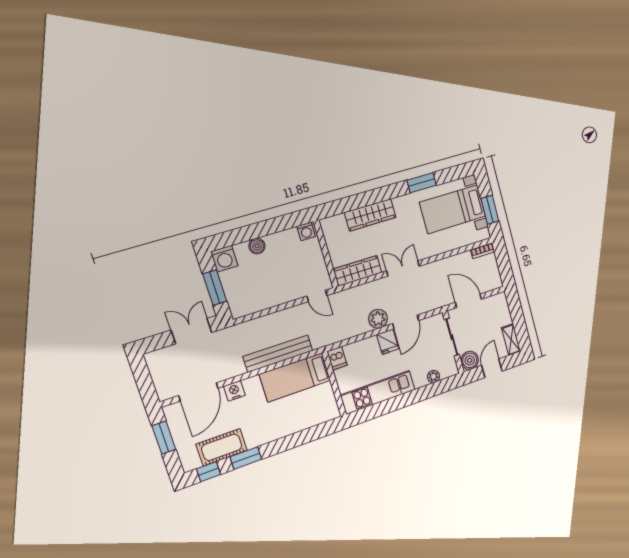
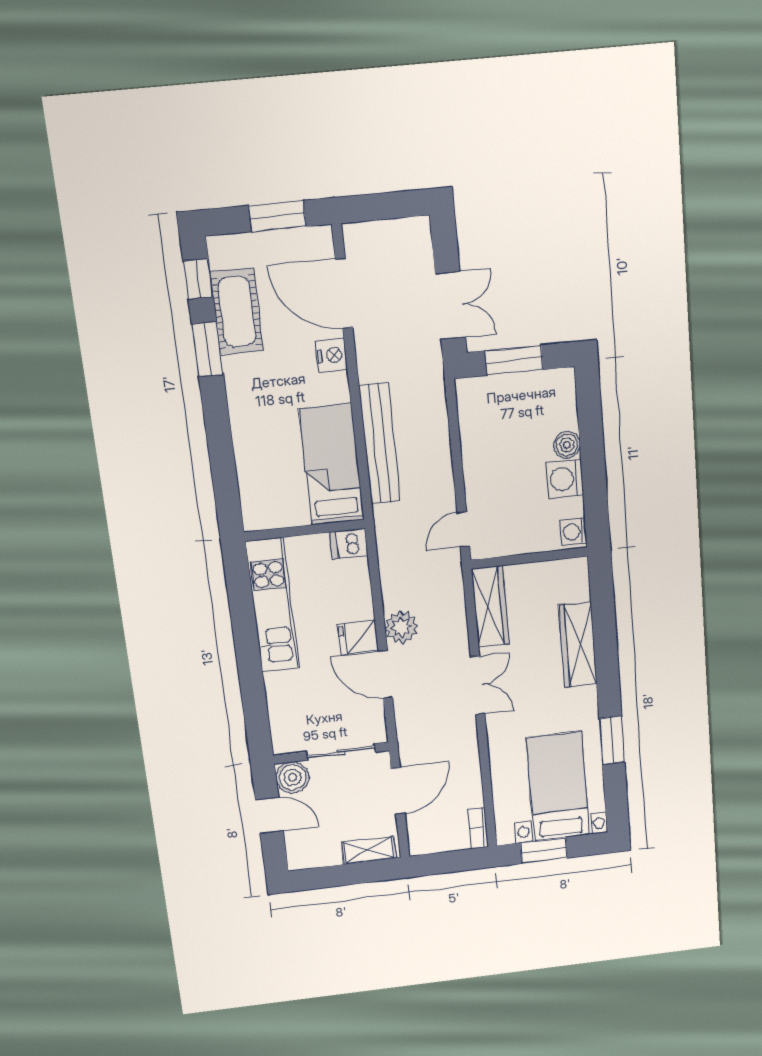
washing machine: (224, 259) -> (565, 479), moved
shelving: (511, 340) -> (369, 850), moved
plant: (433, 377) -> (278, 708), removed

